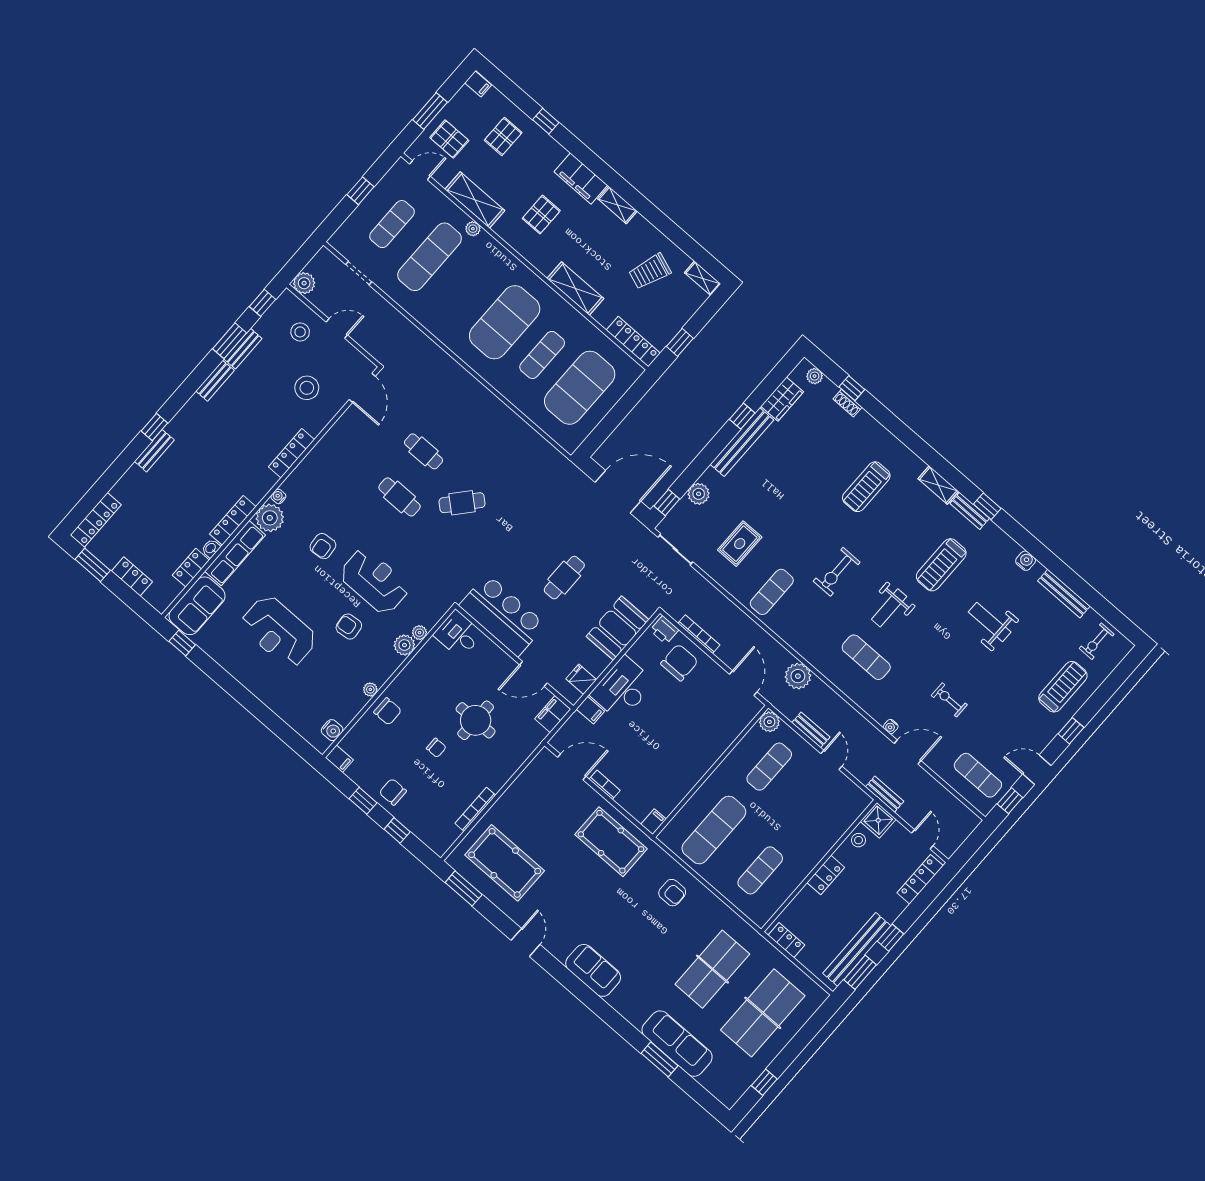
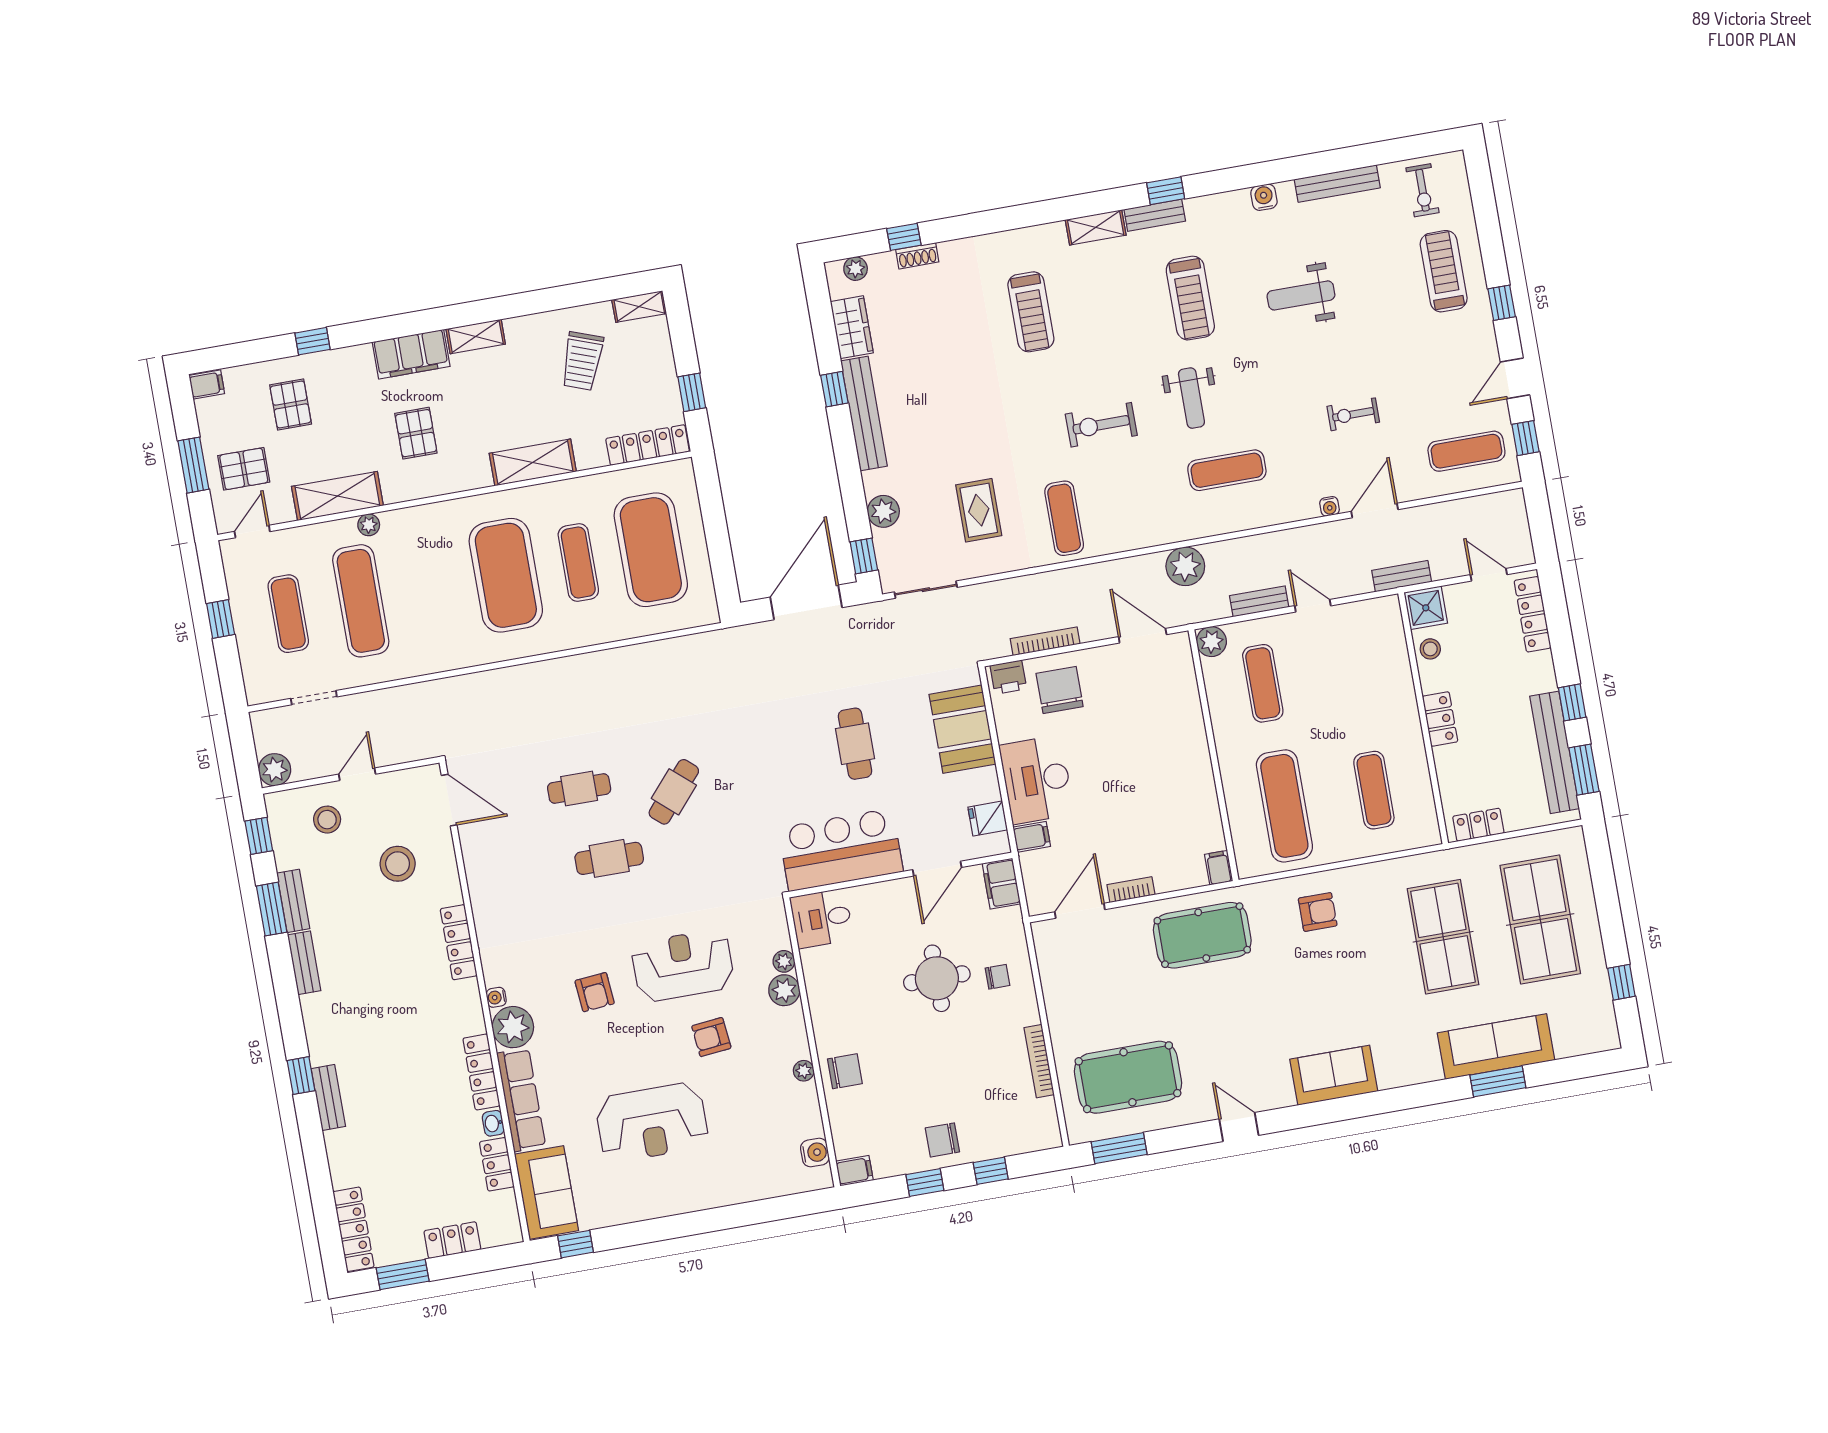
exercise bike: (837, 572) -> (1101, 425), turned 90
chair: (436, 748) -> (997, 977), moved

